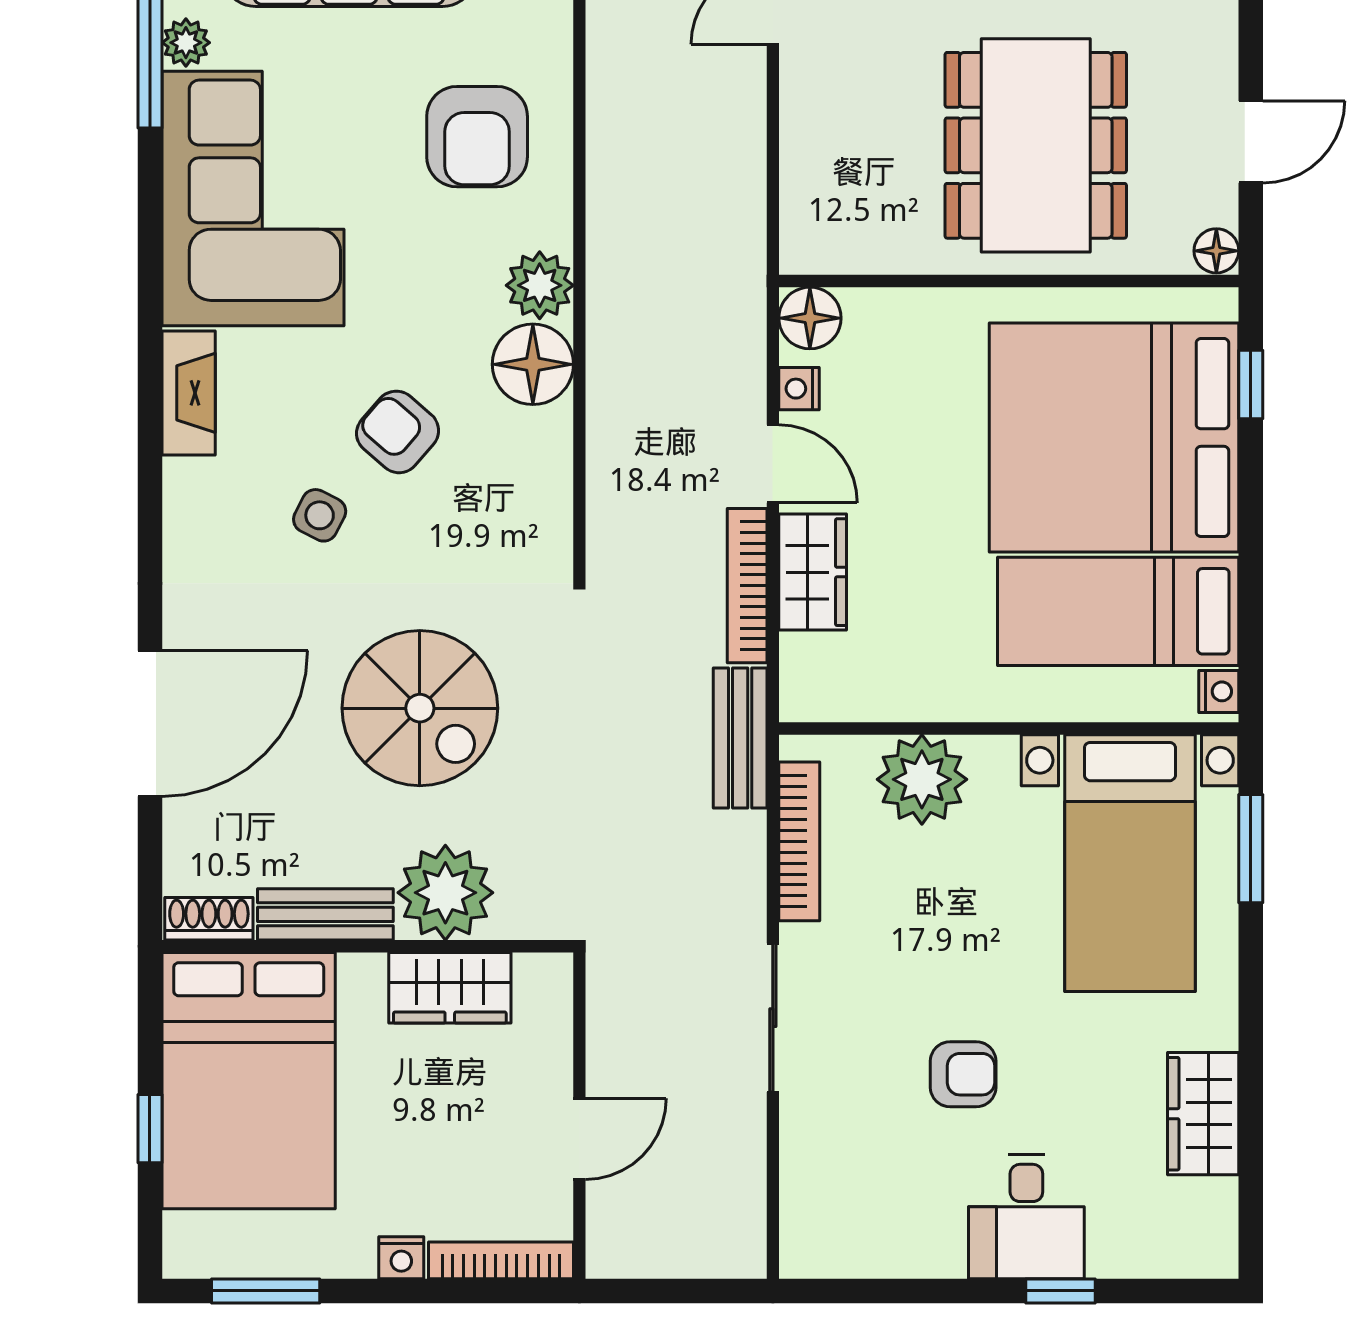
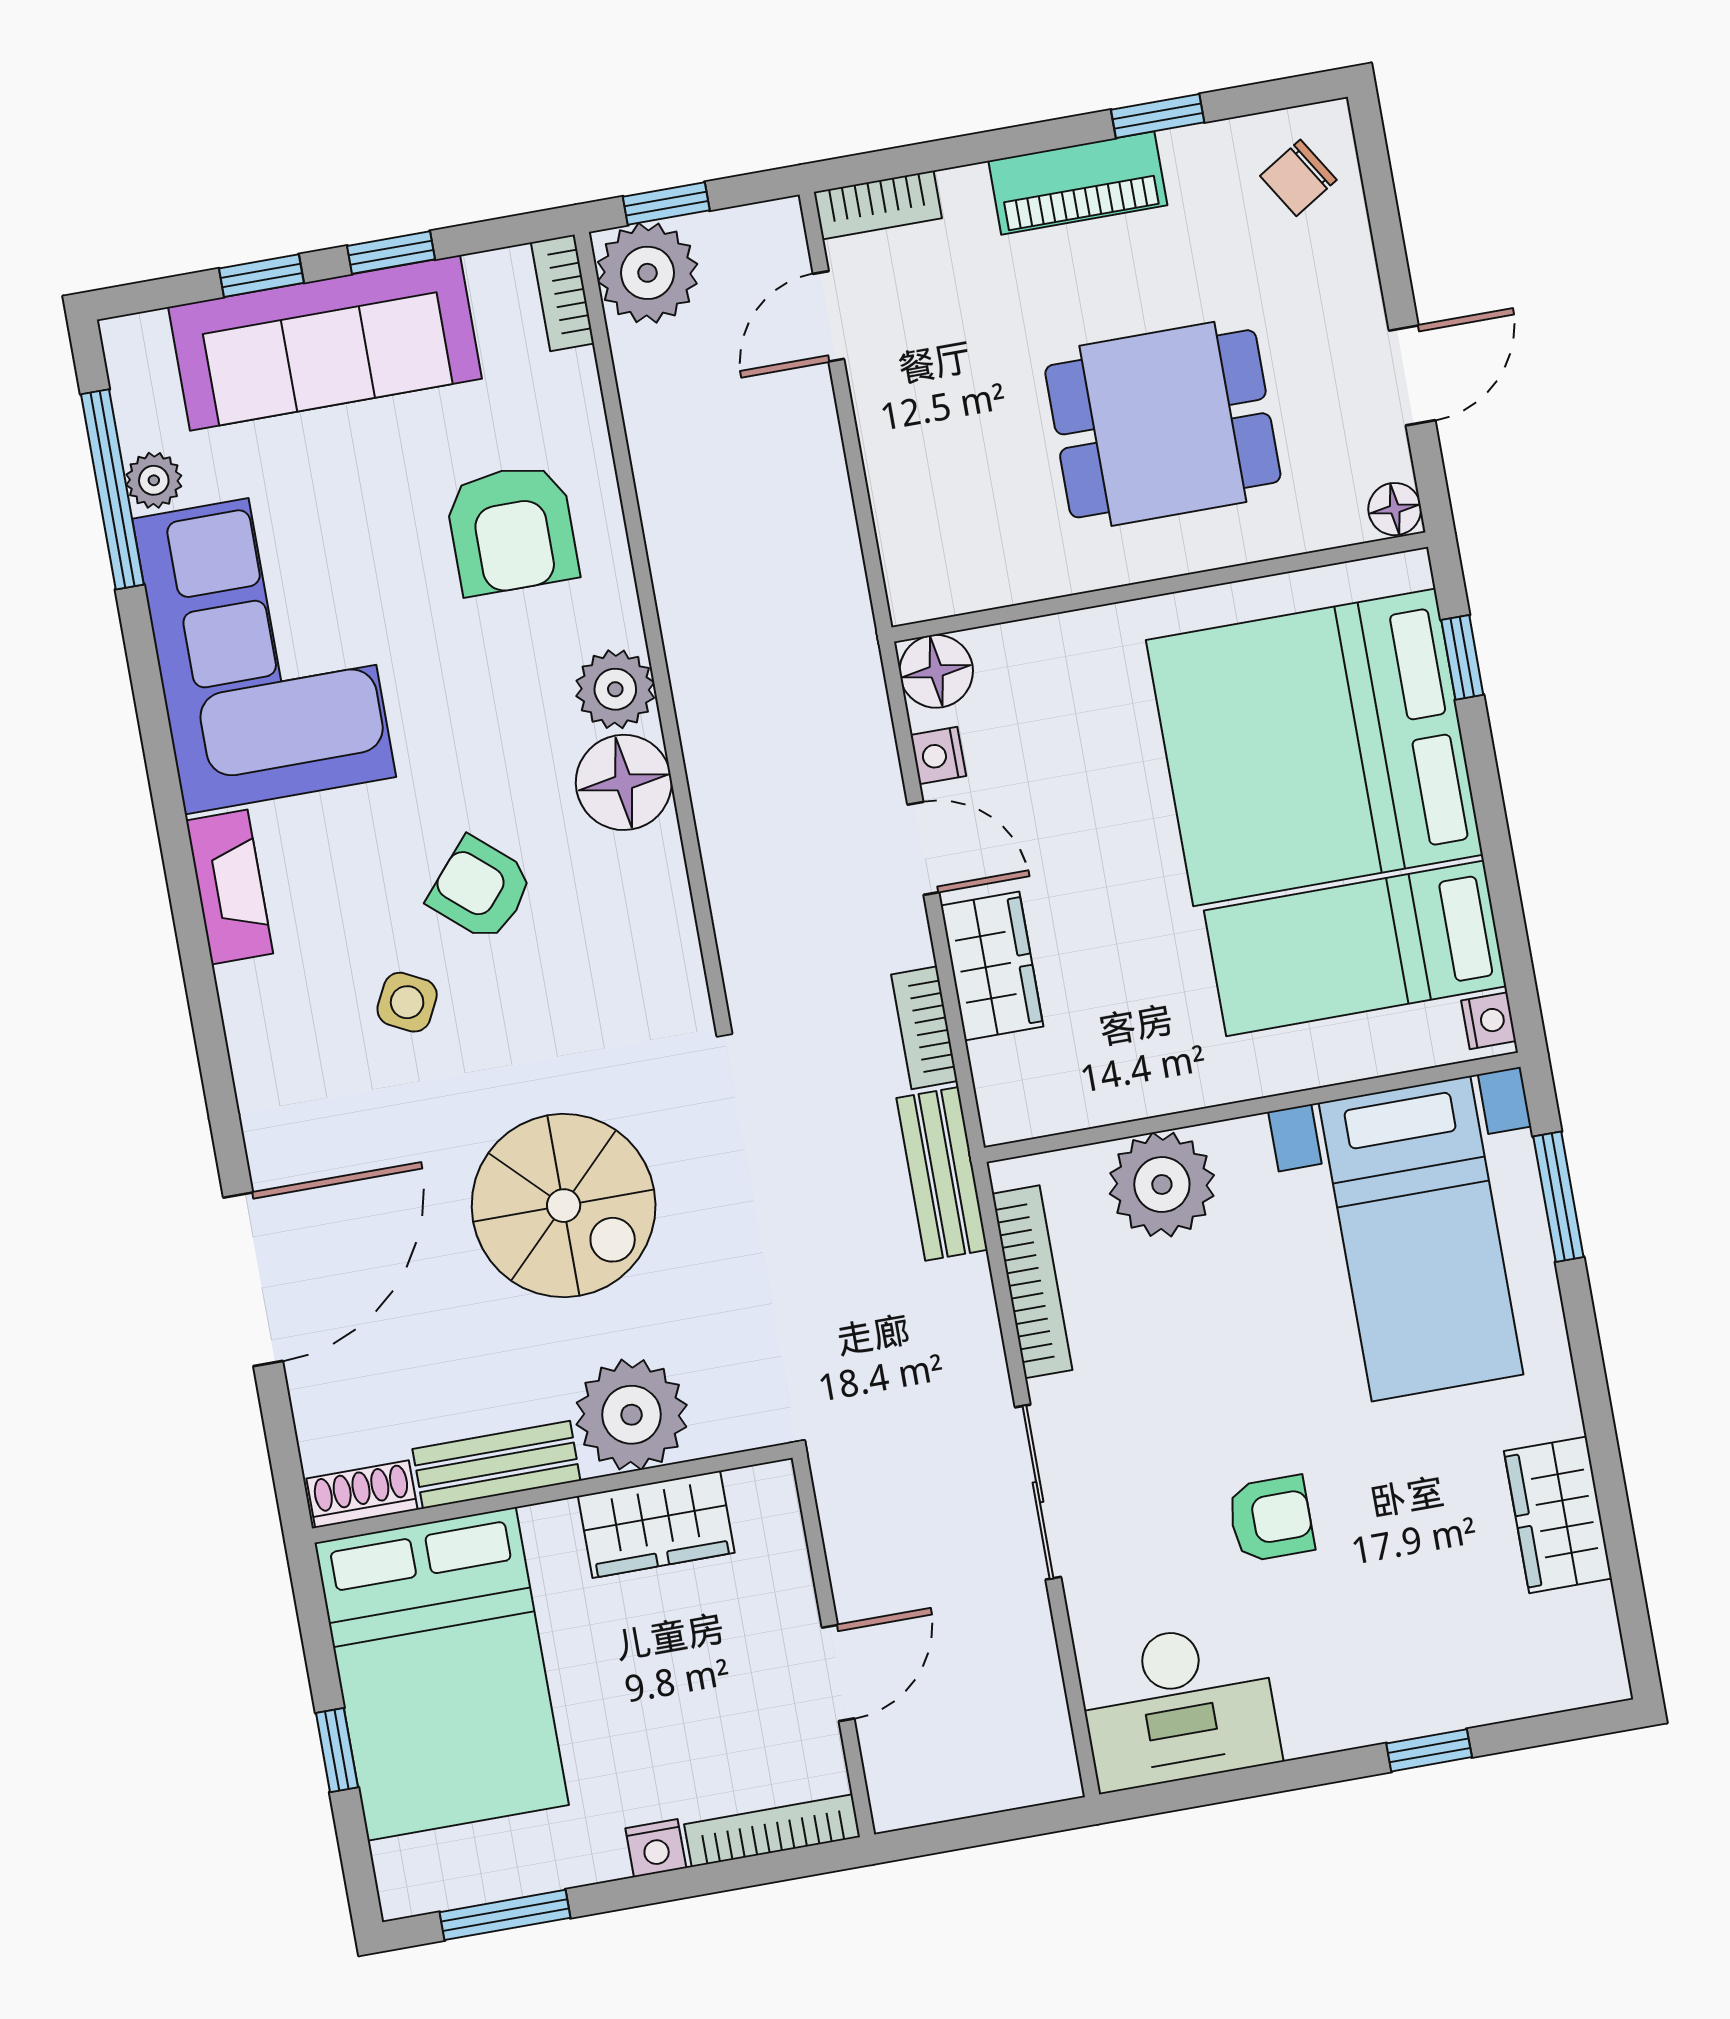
dining table: (1036, 145) -> (1163, 424), width x0.73
bookcase: (747, 586) -> (924, 1028), width x0.64
desk: (1026, 1217) -> (1178, 1706), moved, width x1.37

